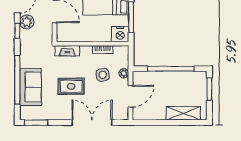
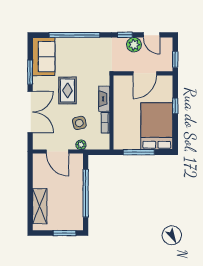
nightstand: (120, 34) -> (121, 141), removed
fireplace: (67, 51) -> (104, 99), moved
sofa: (30, 87) -> (44, 57), moved, turned -90
window: (36, 123) -> (30, 72), moved

